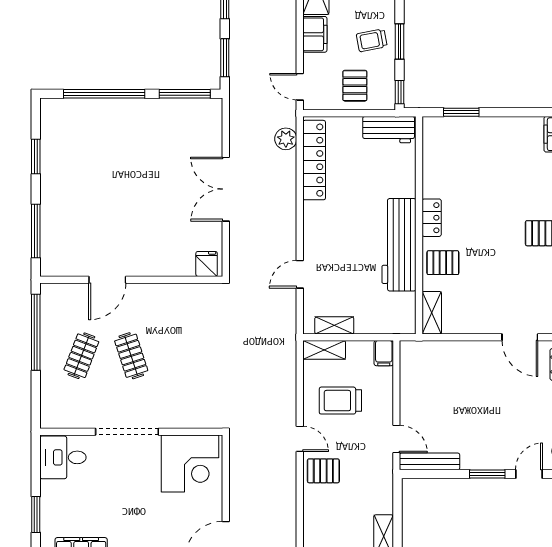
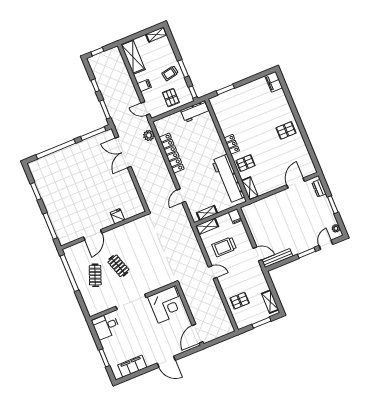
filing cabinet: (315, 34) -> (144, 85), width x0.50
locker: (314, 160) -> (172, 153), moved
double door: (226, 189) -> (123, 152), moved
workbench: (399, 245) -> (228, 179), moved
fridge: (207, 264) -> (117, 216), moved
door: (520, 337) -> (296, 183), swing flipped
pallet: (323, 471) -> (240, 301), moved

